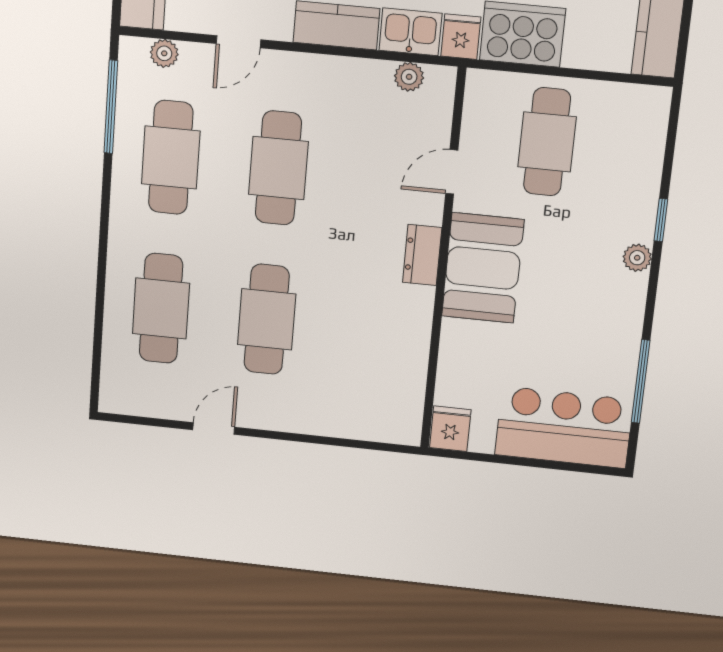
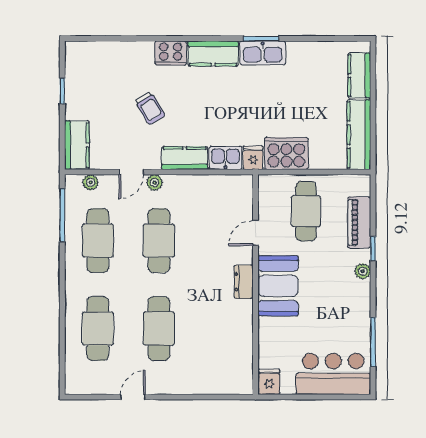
plant: (409, 77) -> (155, 183), moved
piano: (641, 171) -> (359, 222), added

